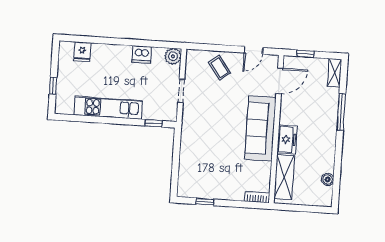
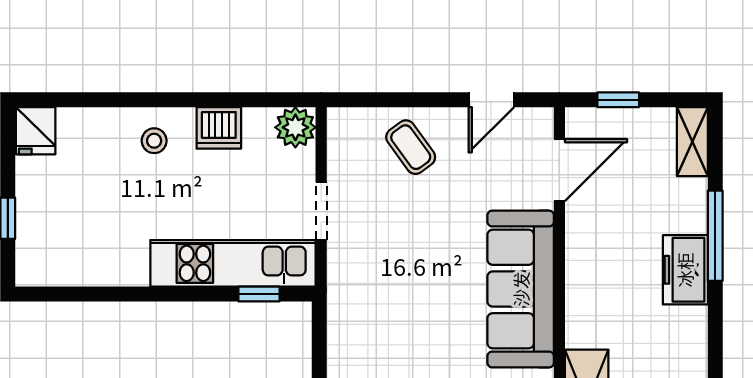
fridge: (82, 52) -> (36, 131), moved
stool: (115, 58) -> (154, 141), added
kitchen unit: (108, 108) -> (233, 263), moved
freezer: (287, 140) -> (685, 270), moved, turned 180

